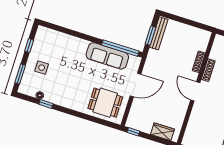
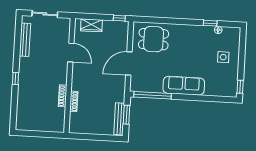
window: (29, 46) -> (240, 87), moved
sofa: (107, 56) -> (184, 86), moved
window: (20, 74) -> (242, 46), removed
door: (195, 91) -> (71, 53), moved

